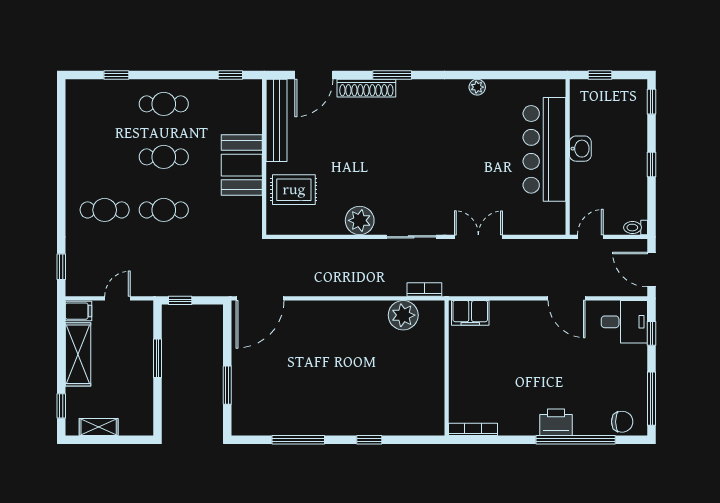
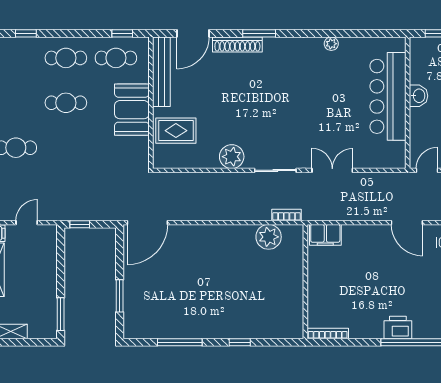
cafe table: (164, 210) -> (116, 58), moved
window: (158, 358) -> (61, 314), moved

